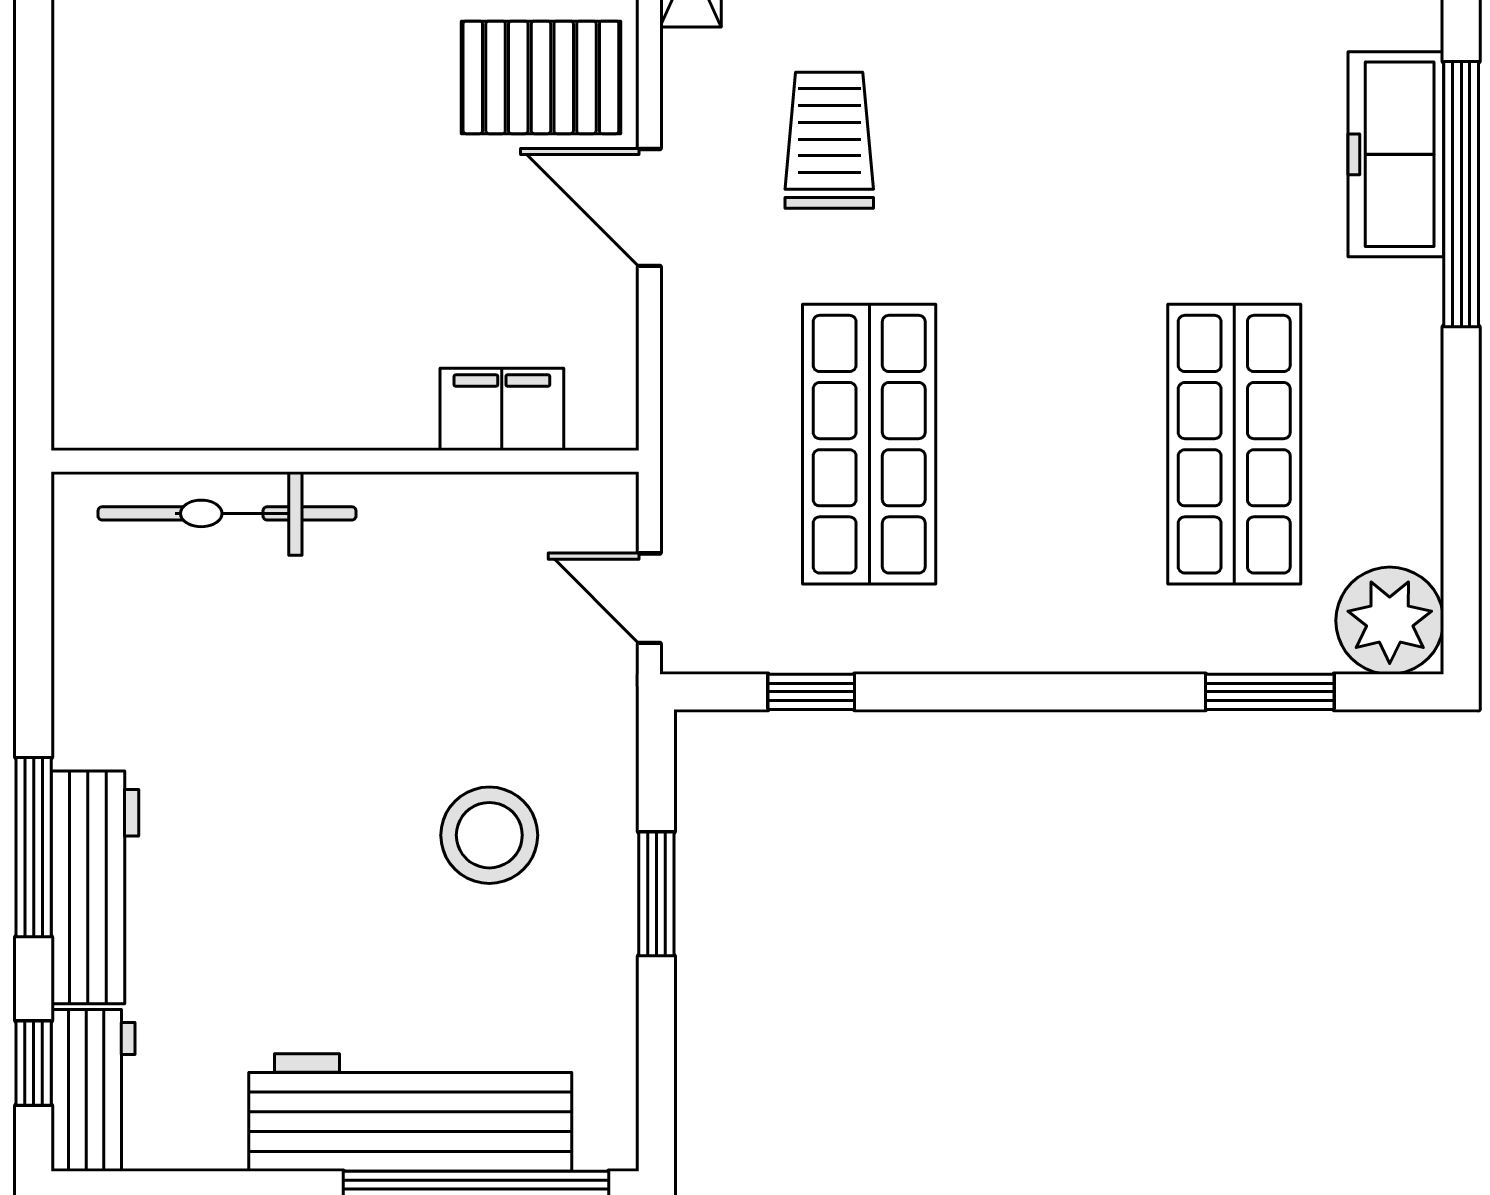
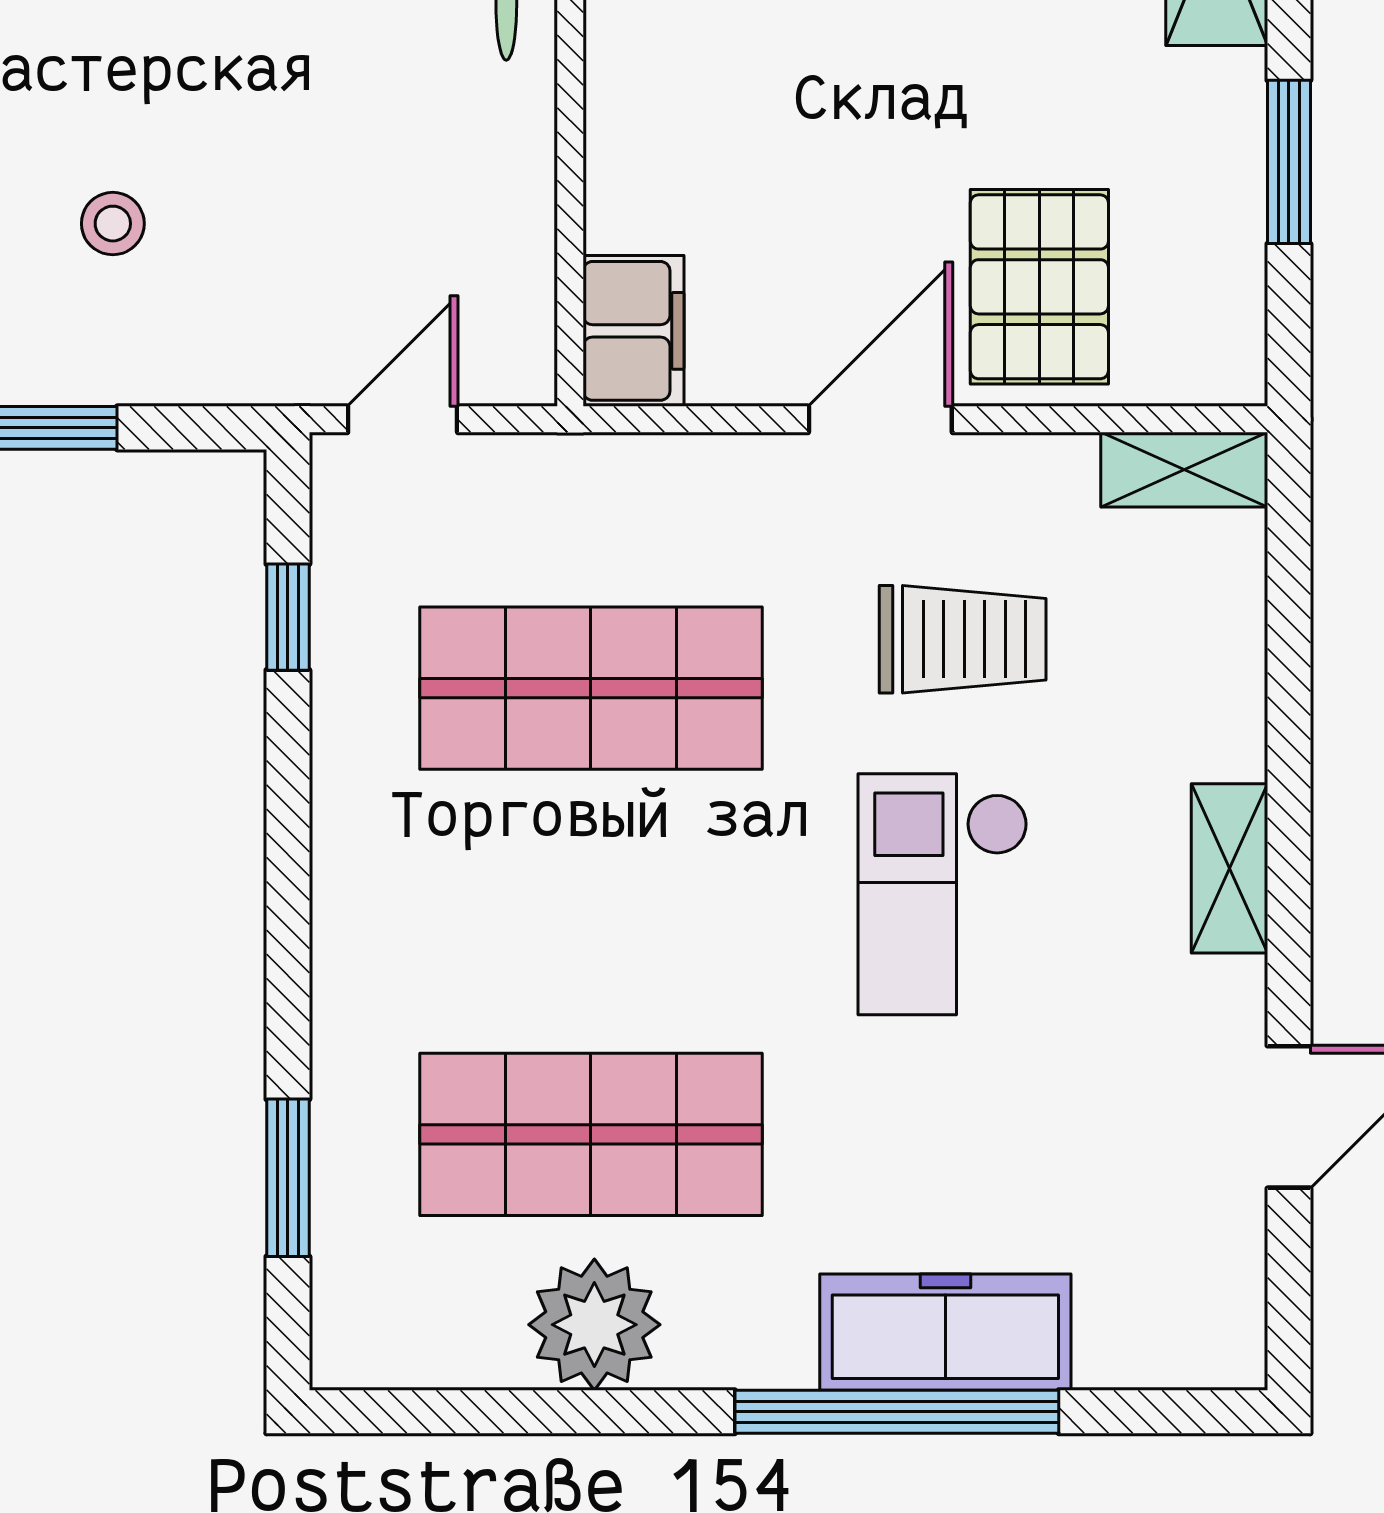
checkout: (1038, 156) -> (943, 894), added
filing cabinet: (502, 409) -> (634, 331), moved
plant: (1390, 621) -> (594, 1325), moved
stool: (489, 835) -> (113, 224), width x0.53, depth x0.53

